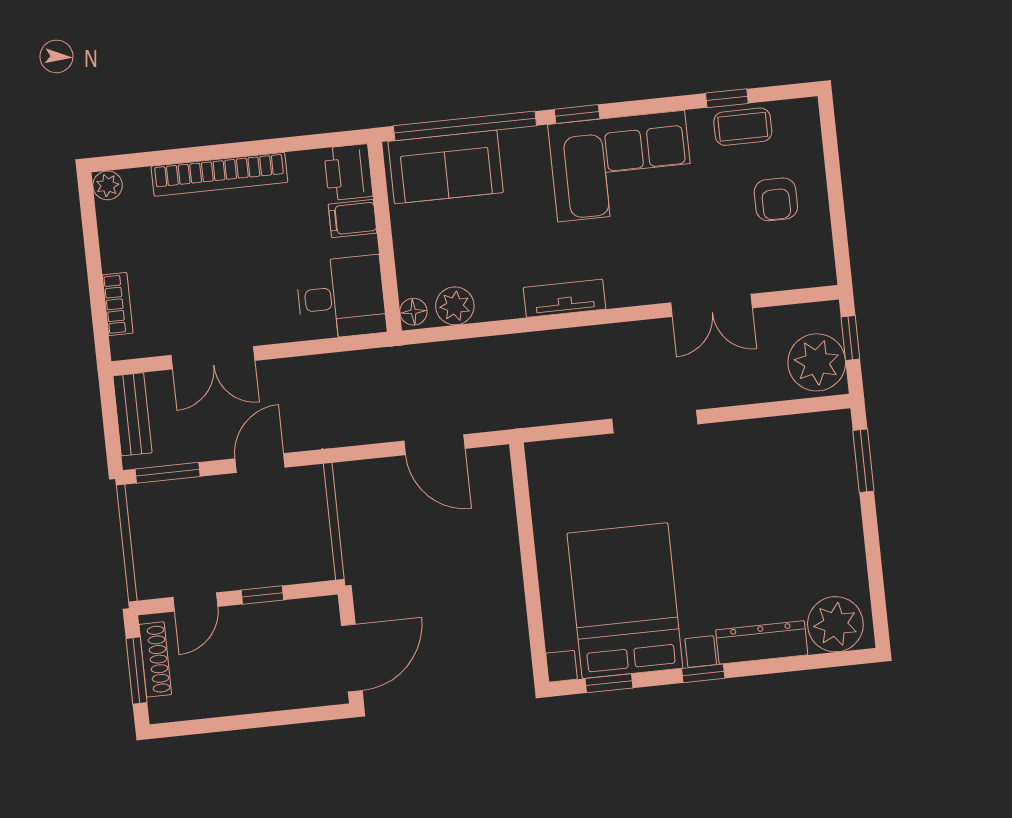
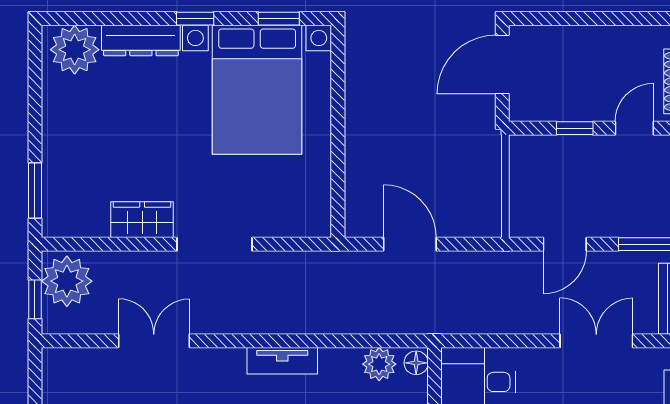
wardrobe: (739, 441) -> (142, 220), added

